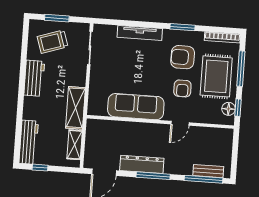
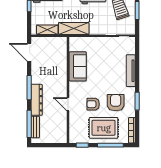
sofa: (136, 107) -> (78, 66), width x0.73
floor lamp: (229, 109) -> (81, 138), removed
dresser: (142, 164) -> (37, 100), moved

